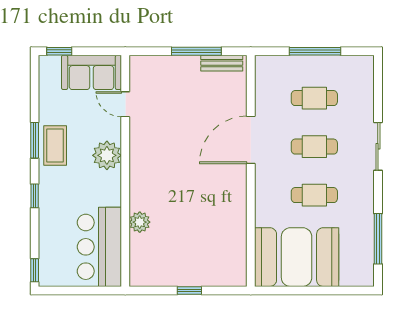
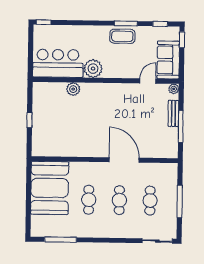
plant: (137, 63) -> (174, 89), added
bench: (222, 63) -> (173, 113), moved
sliding door: (378, 146) -> (157, 241), moved
plant: (107, 155) -> (93, 69), moved
window: (35, 196) -> (160, 24), moved

